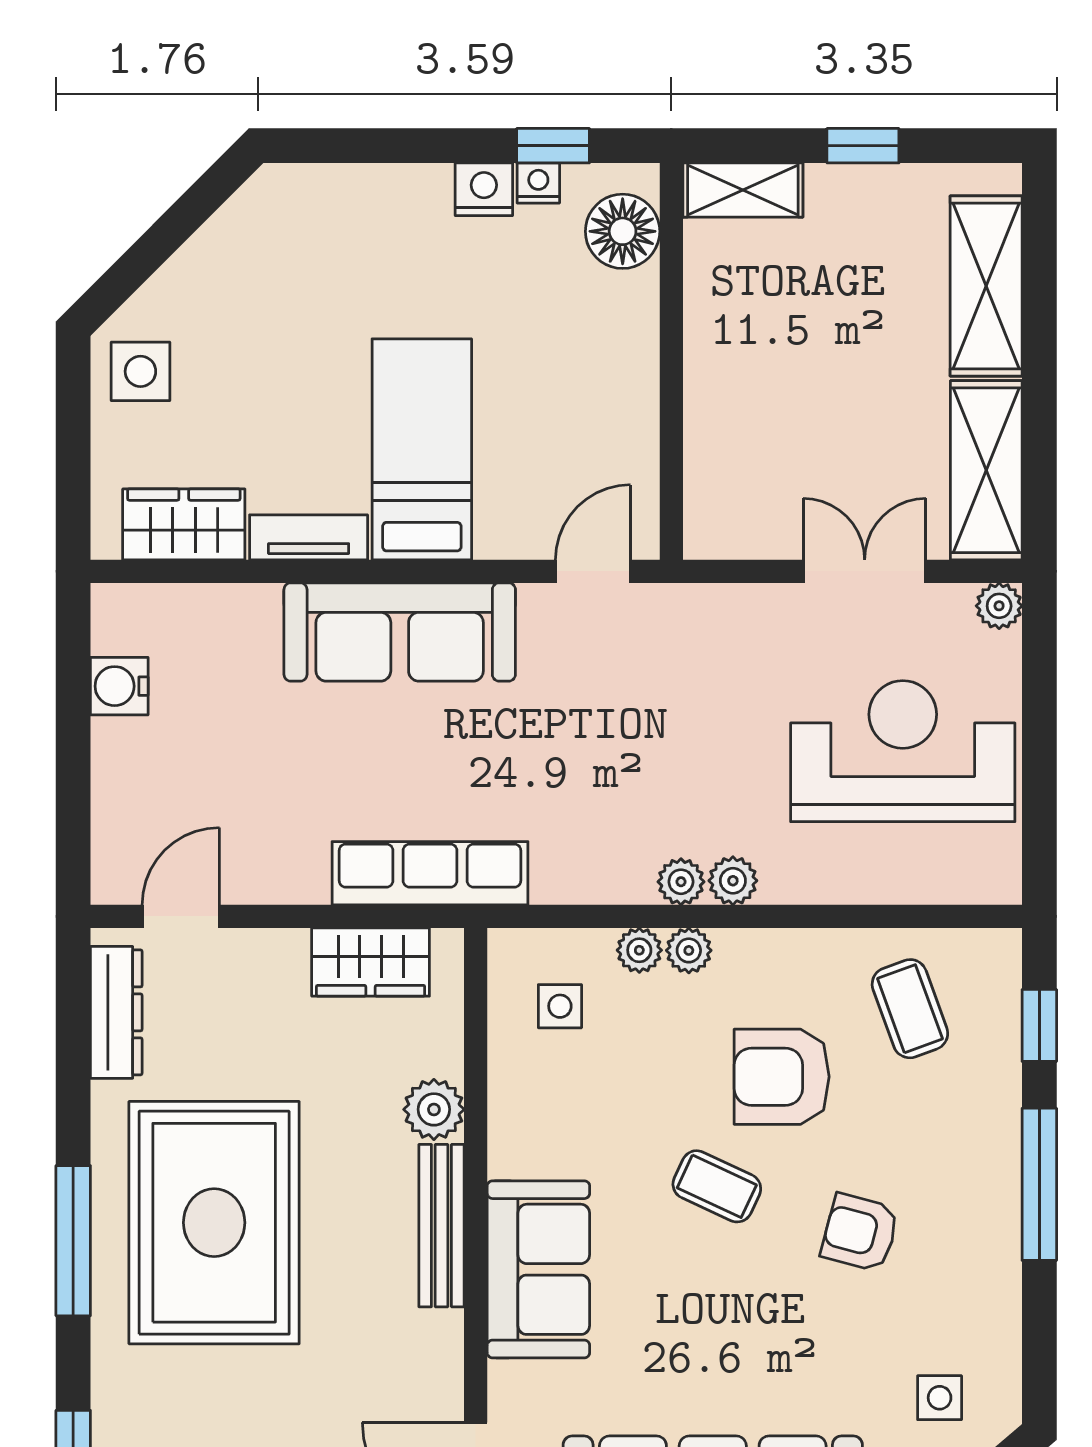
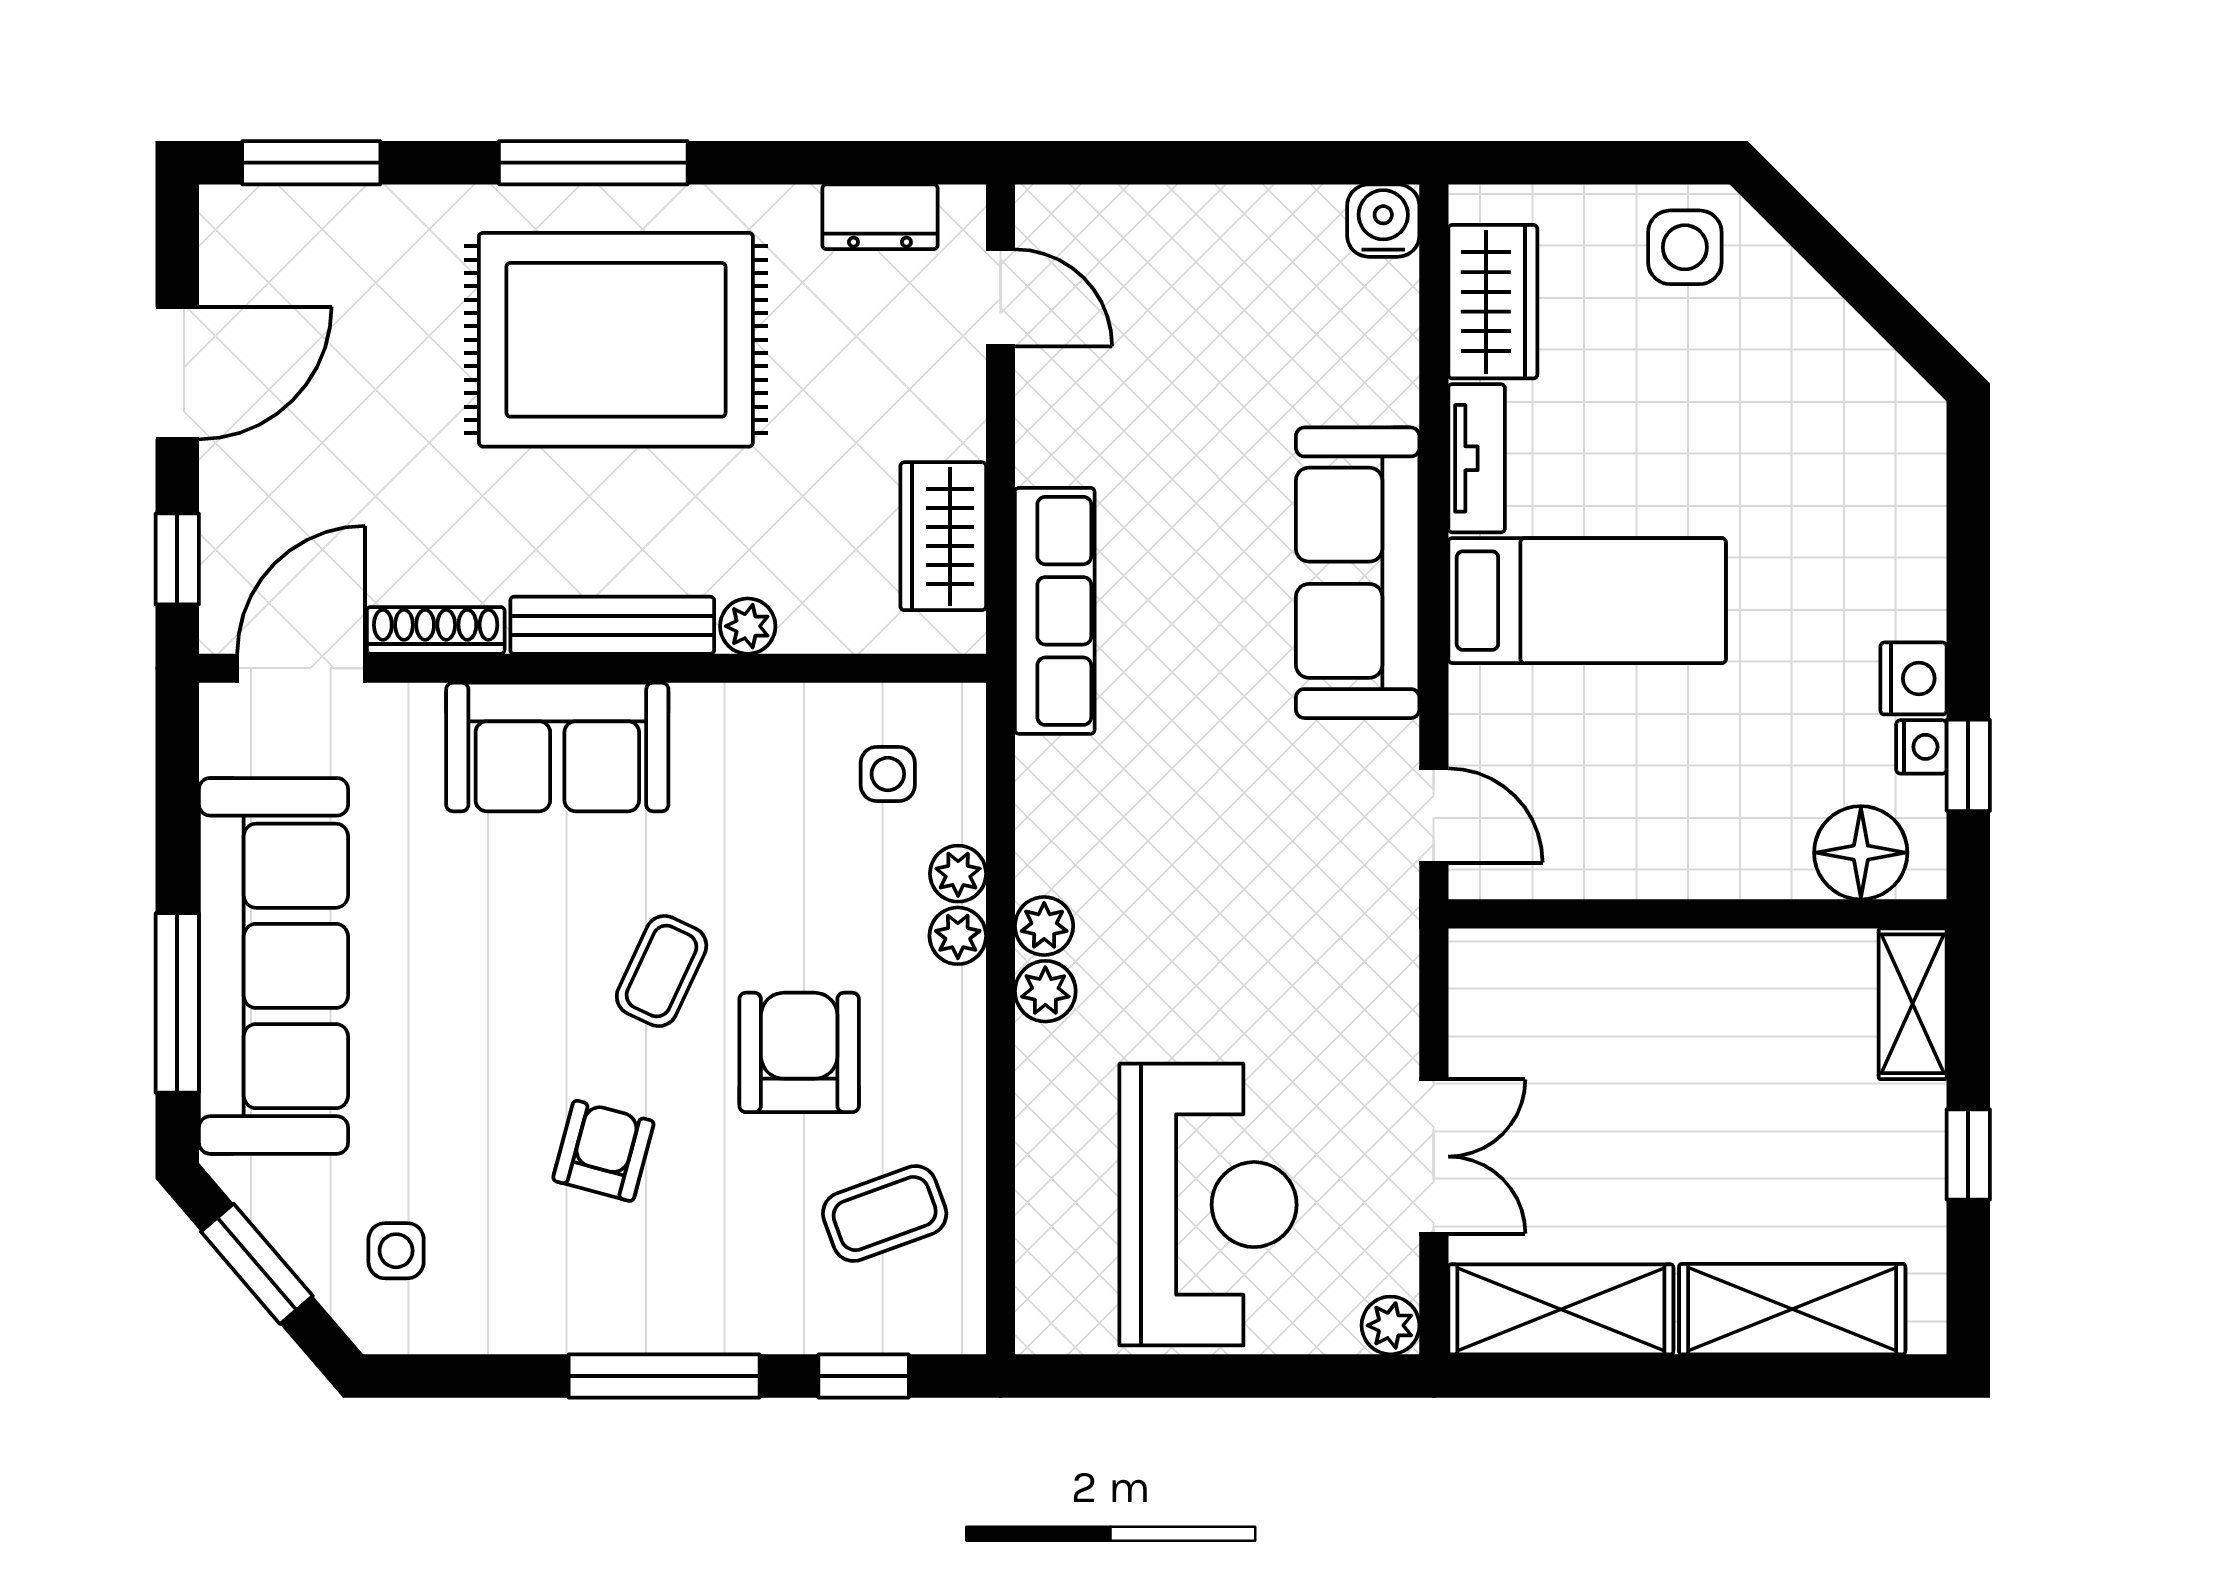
water cooler: (119, 686) -> (1383, 221), moved
dresser: (116, 1012) -> (880, 217), width x0.70
plant: (434, 1109) -> (748, 626), width x0.73, depth x0.73
shoe rack: (446, 1366) -> (436, 630), added

